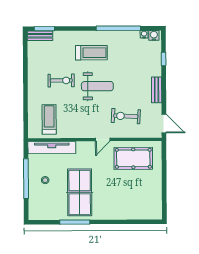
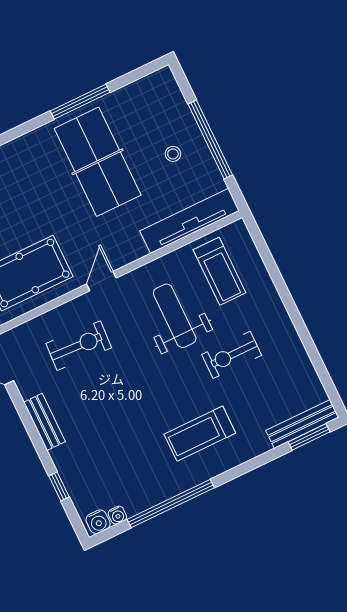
bench: (40, 36) -> (302, 424), width x1.36
weight bench: (97, 86) -> (175, 316), moved, turned 90

